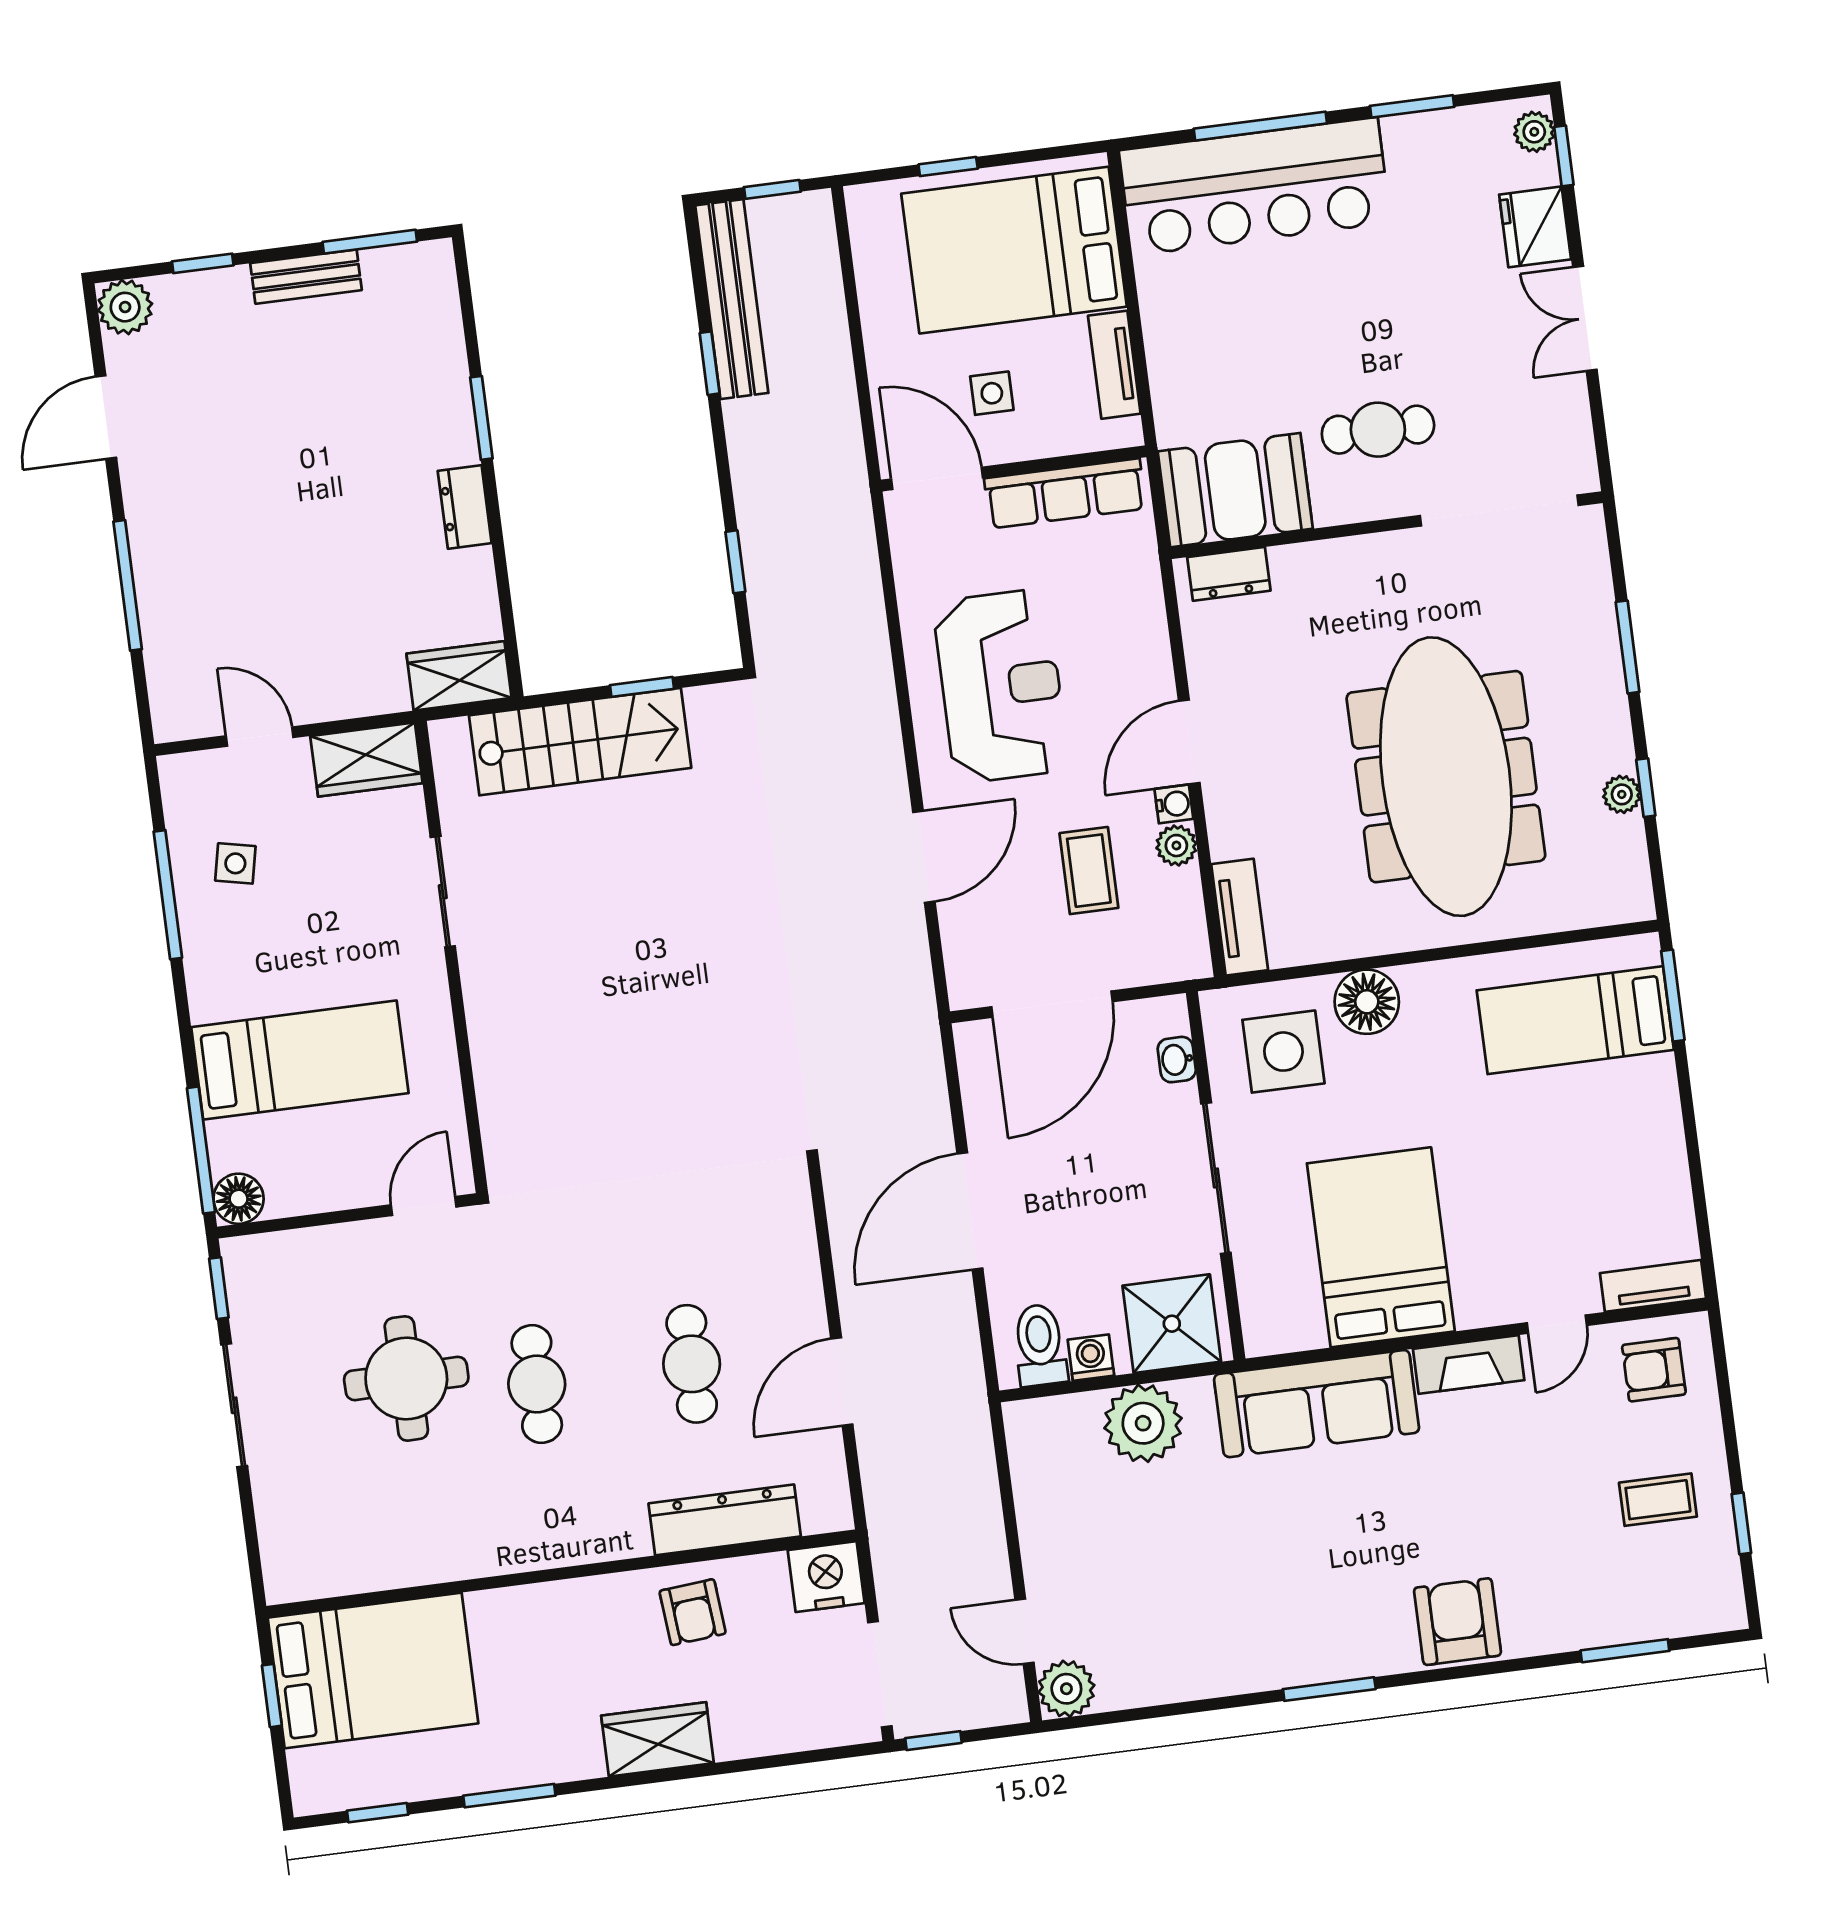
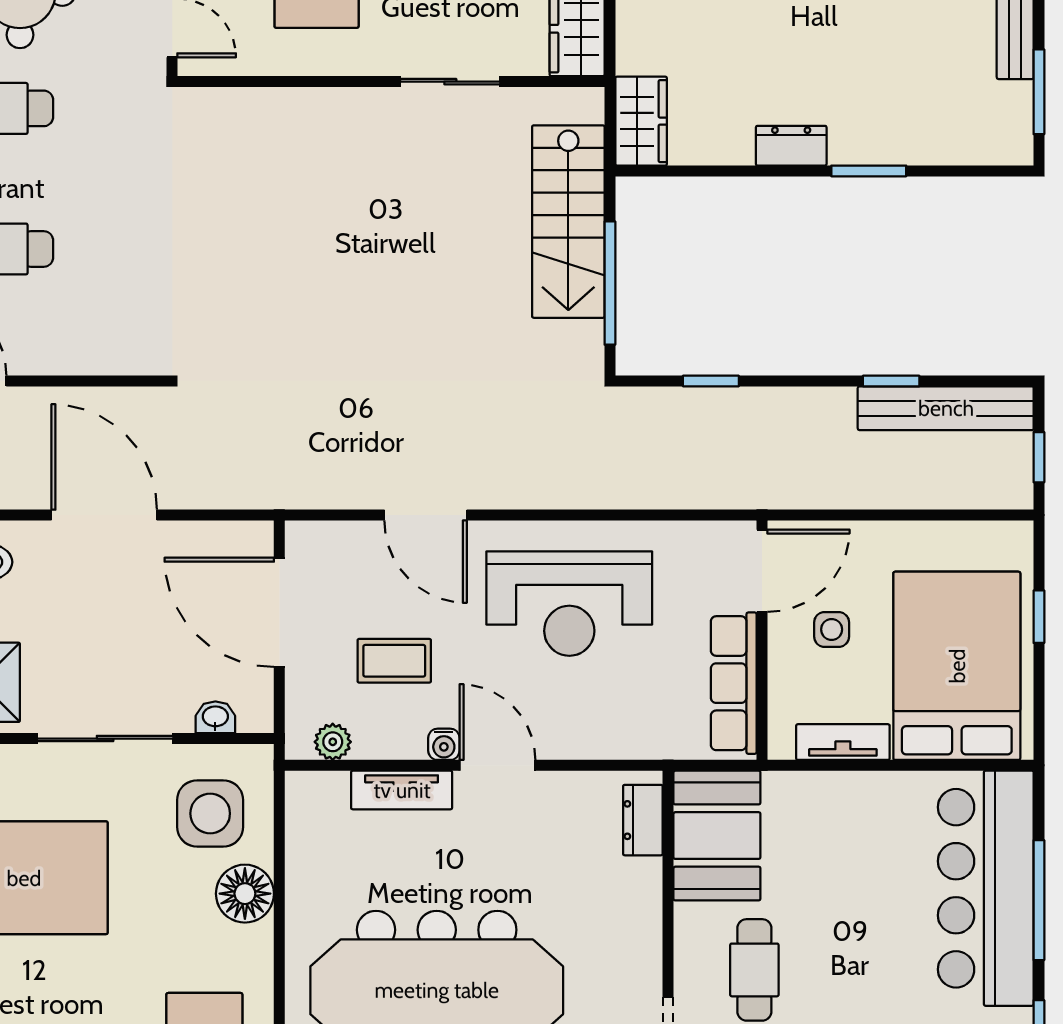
window: (642, 687) -> (610, 283), width x2.17
plant: (1176, 846) -> (333, 742), moved
tv unit: (1240, 917) -> (402, 790), moved

